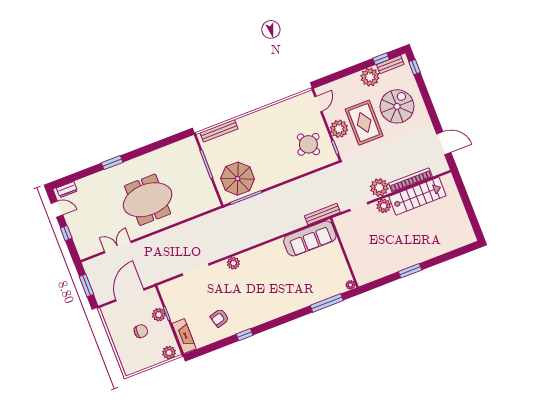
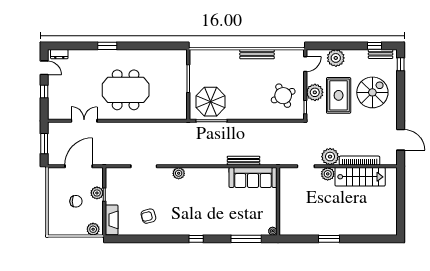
plant: (370, 77) -> (336, 58), moved
bench: (219, 131) -> (257, 54), moved
bench: (322, 214) -> (244, 161), moved
window: (245, 335) -> (196, 239), moved

